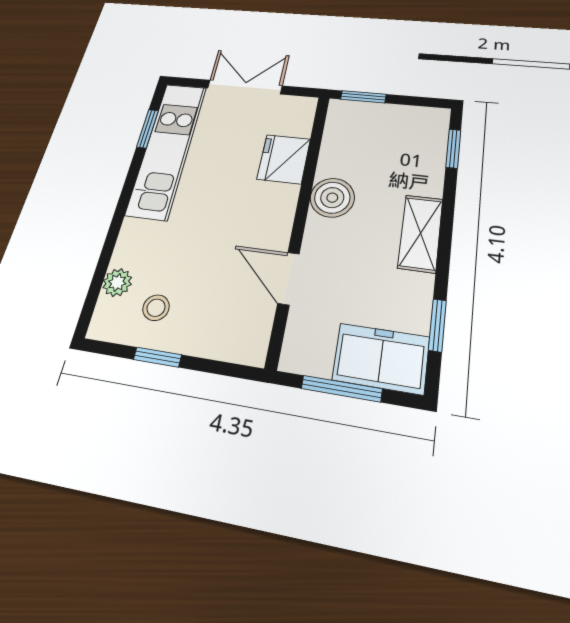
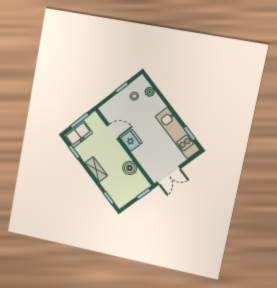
double door: (245, 87) -> (169, 175), moved
fridge: (284, 159) -> (131, 140), moved
boiler: (332, 198) -> (130, 168), moved

